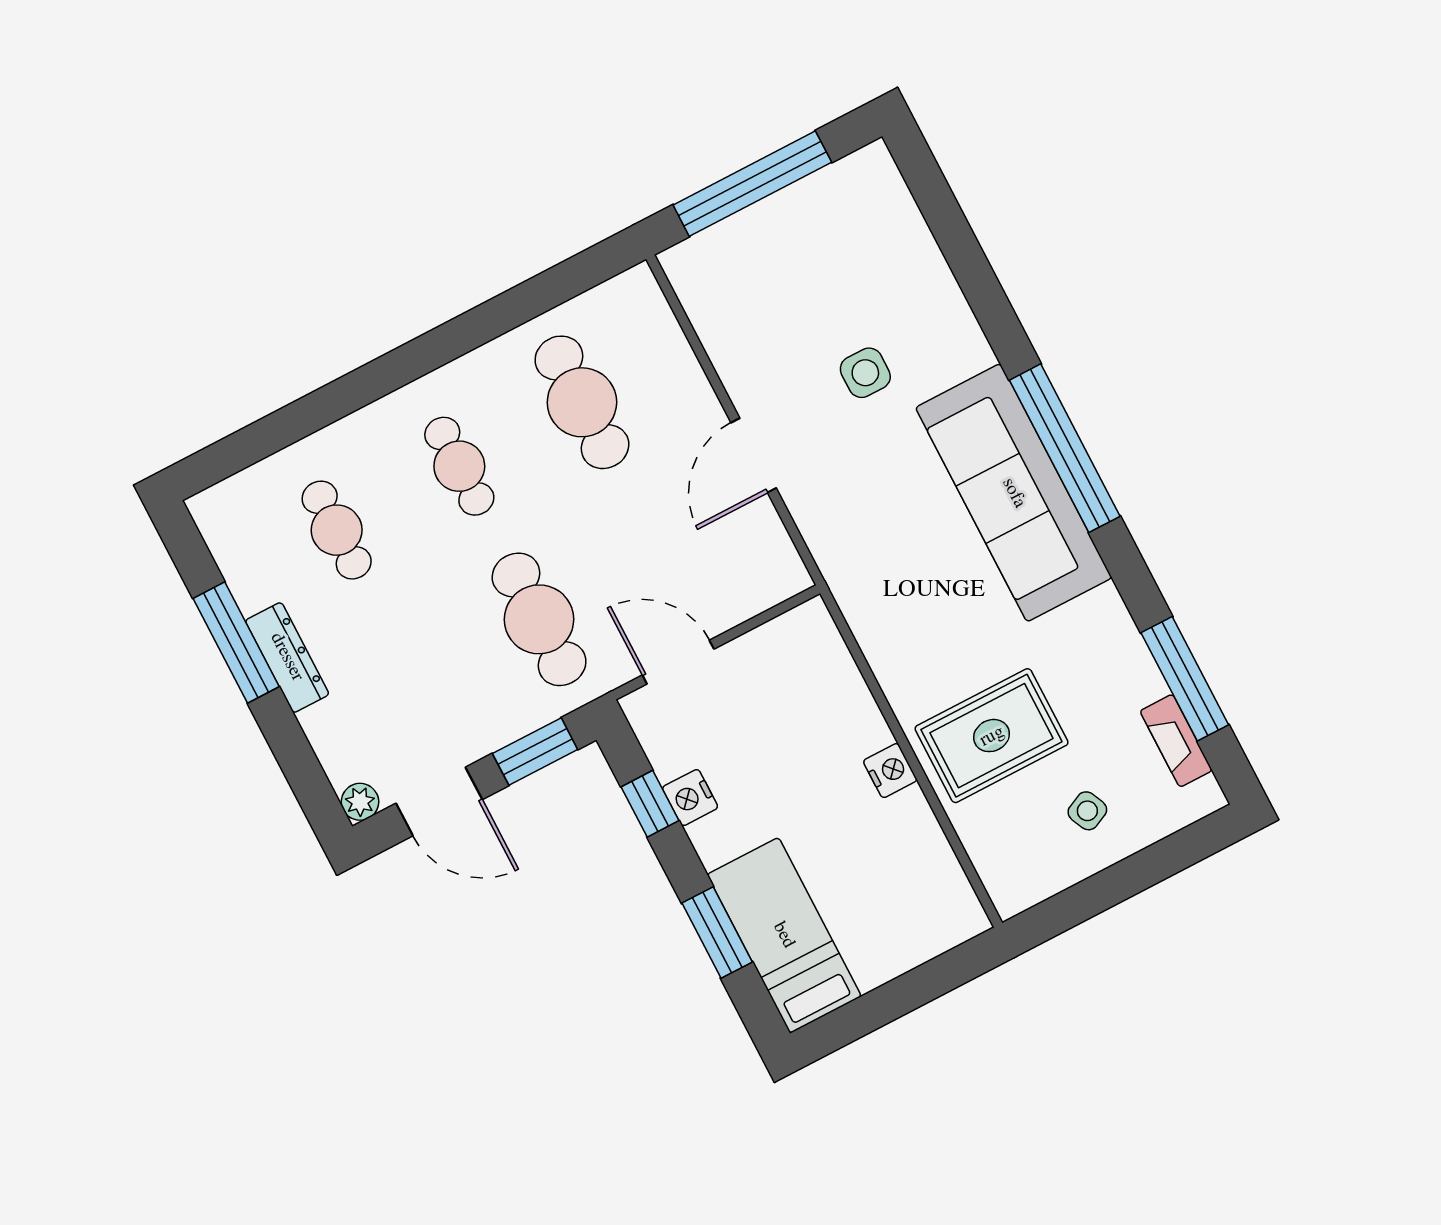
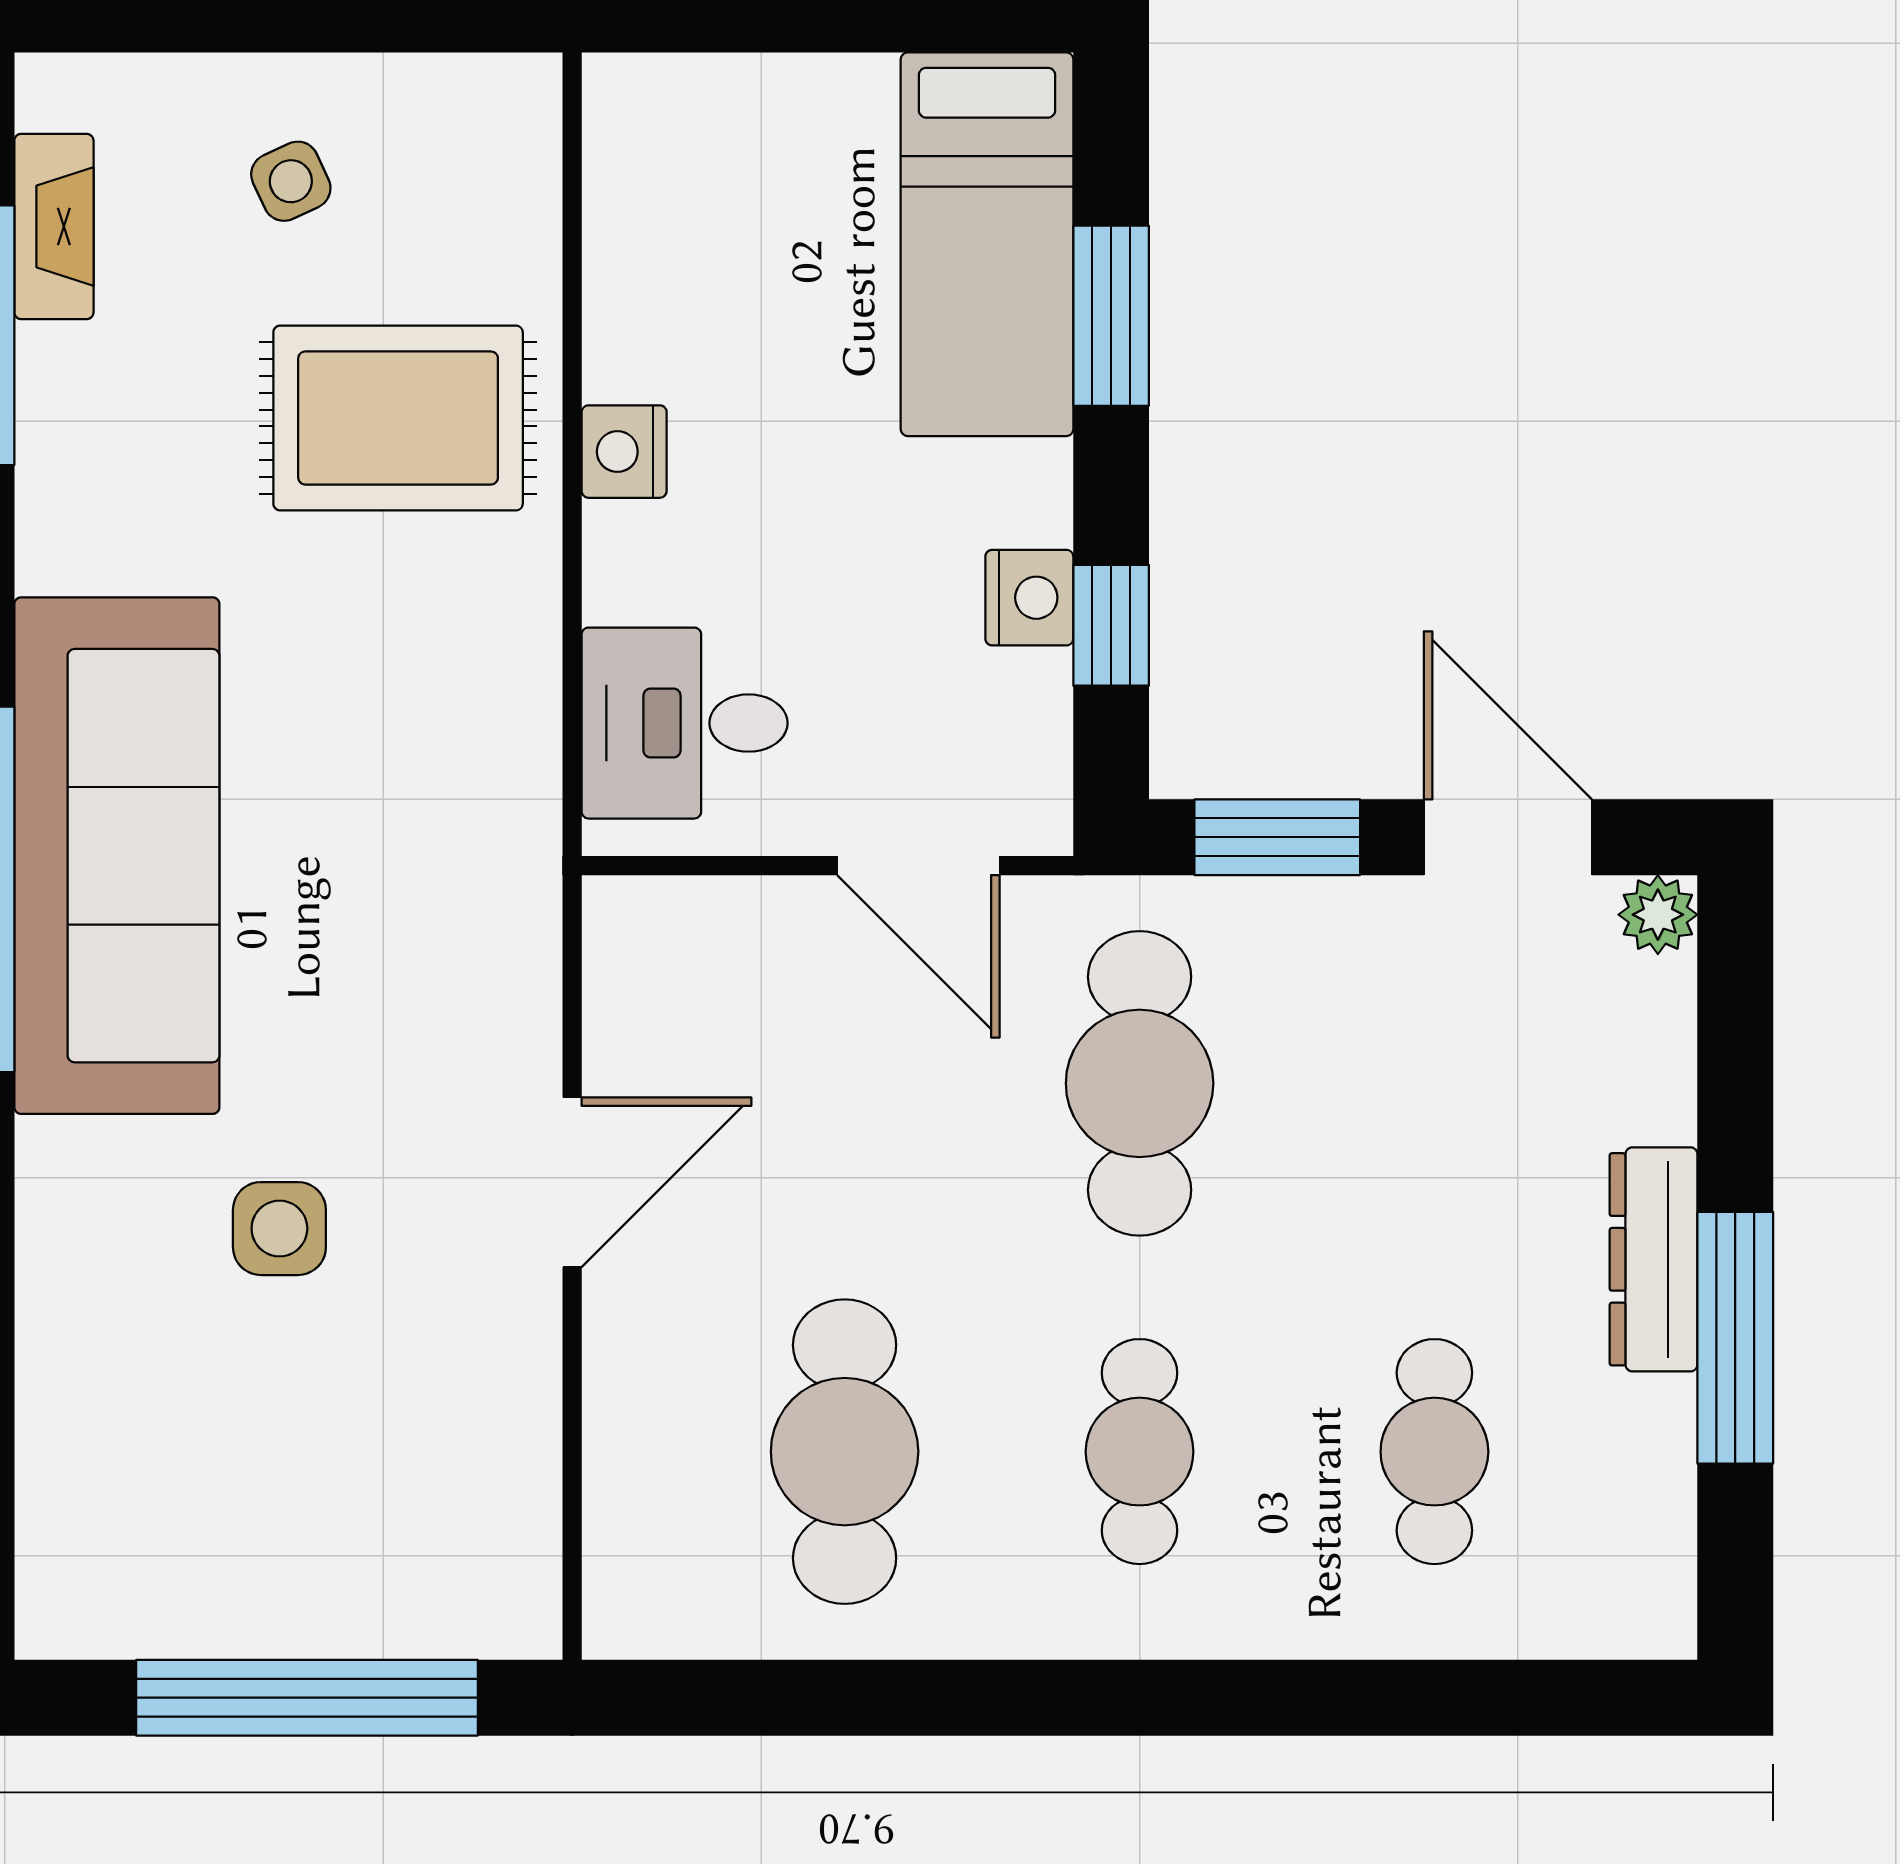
desk: (806, 671) -> (685, 723), added

